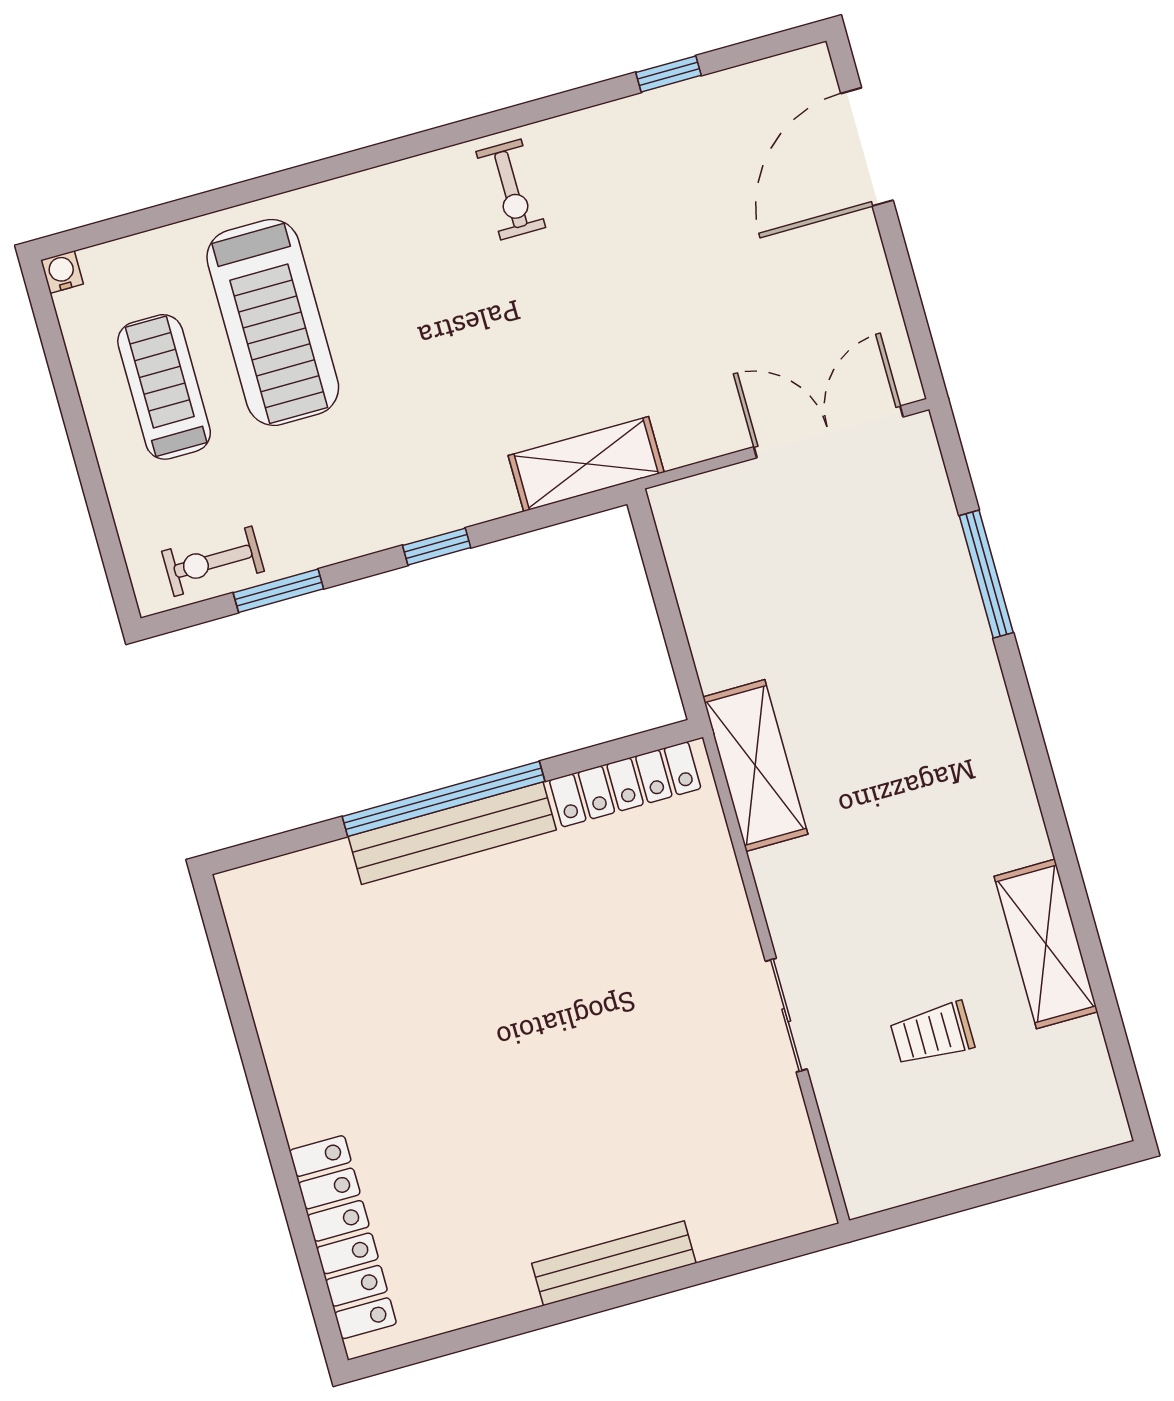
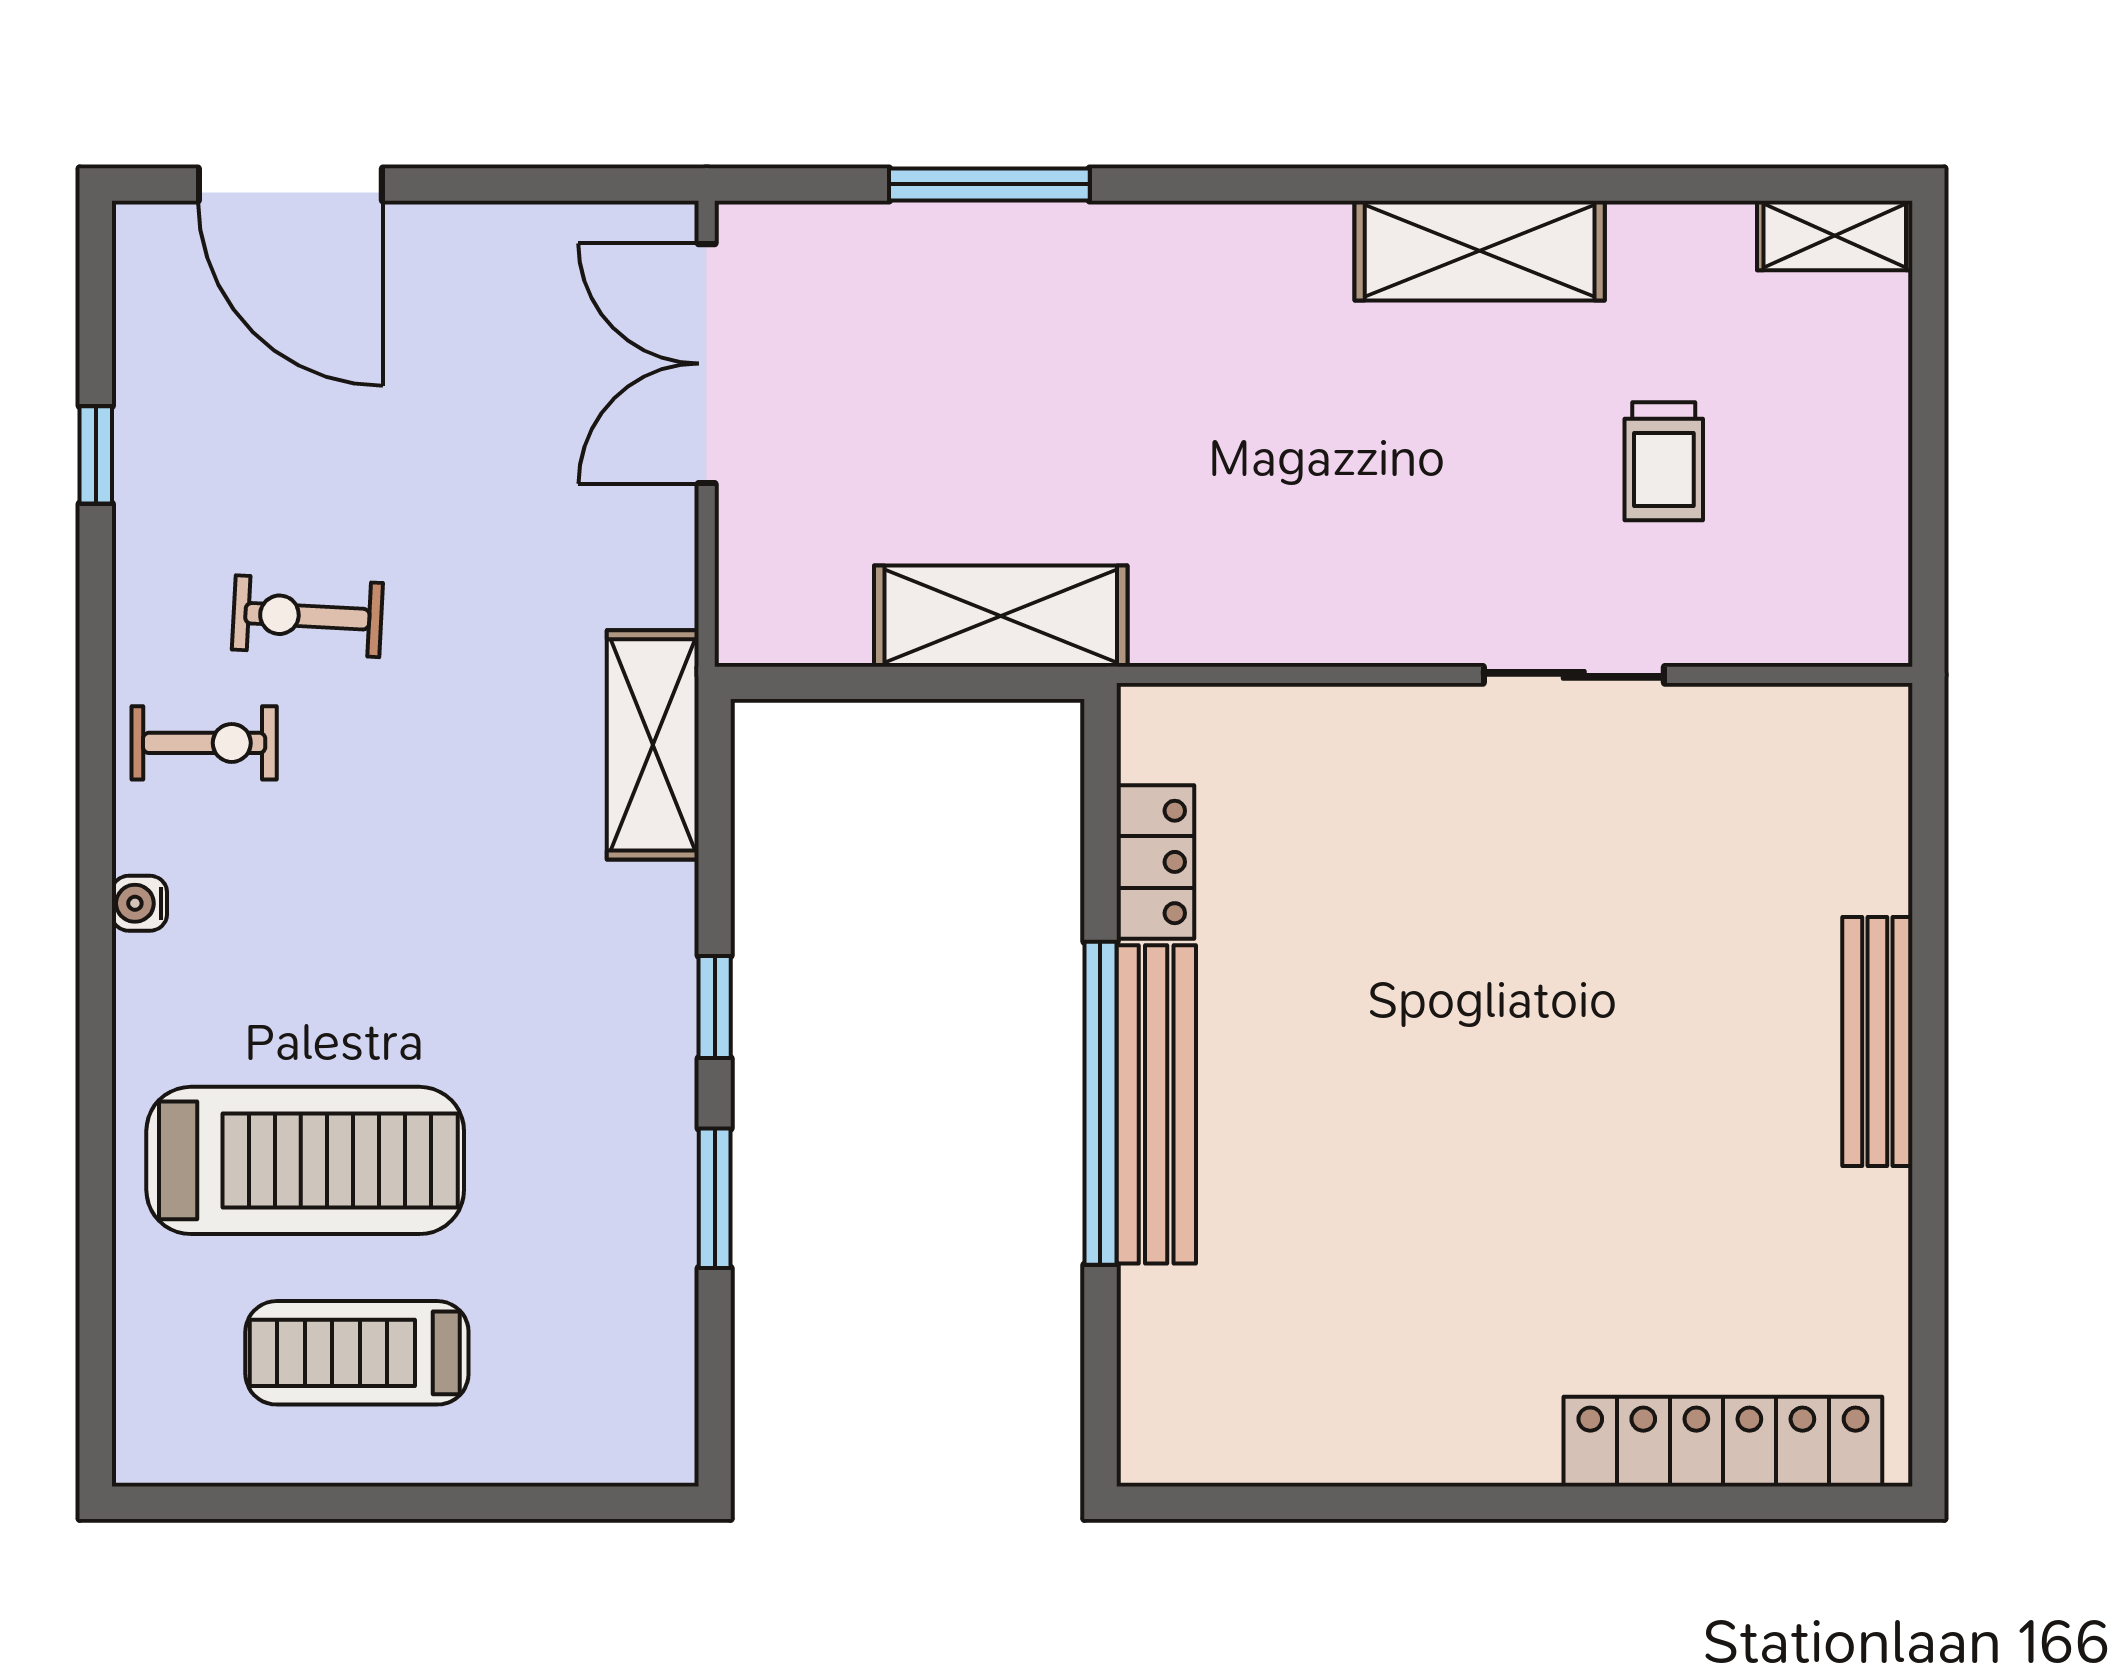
water cooler: (62, 272) -> (139, 903), moved
exercise bike: (213, 561) -> (307, 616), moved, turned 93
window: (278, 591) -> (715, 1198), moved
shelving: (755, 766) -> (1001, 616), moved
locker: (625, 784) -> (1155, 862), width x0.66
shelving: (1046, 944) -> (1480, 251), moved
shelving: (1099, 1100) -> (1835, 235), added

